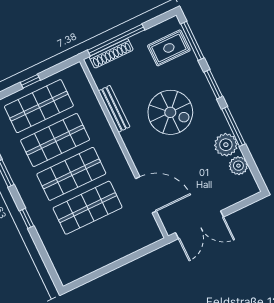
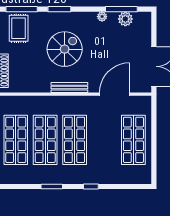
bench: (114, 109) -> (69, 88), moved
window: (233, 127) -> (121, 9), moved
plant: (226, 145) -> (102, 17), width x0.53, depth x0.53
shop shelf: (88, 208) -> (133, 140), moved

